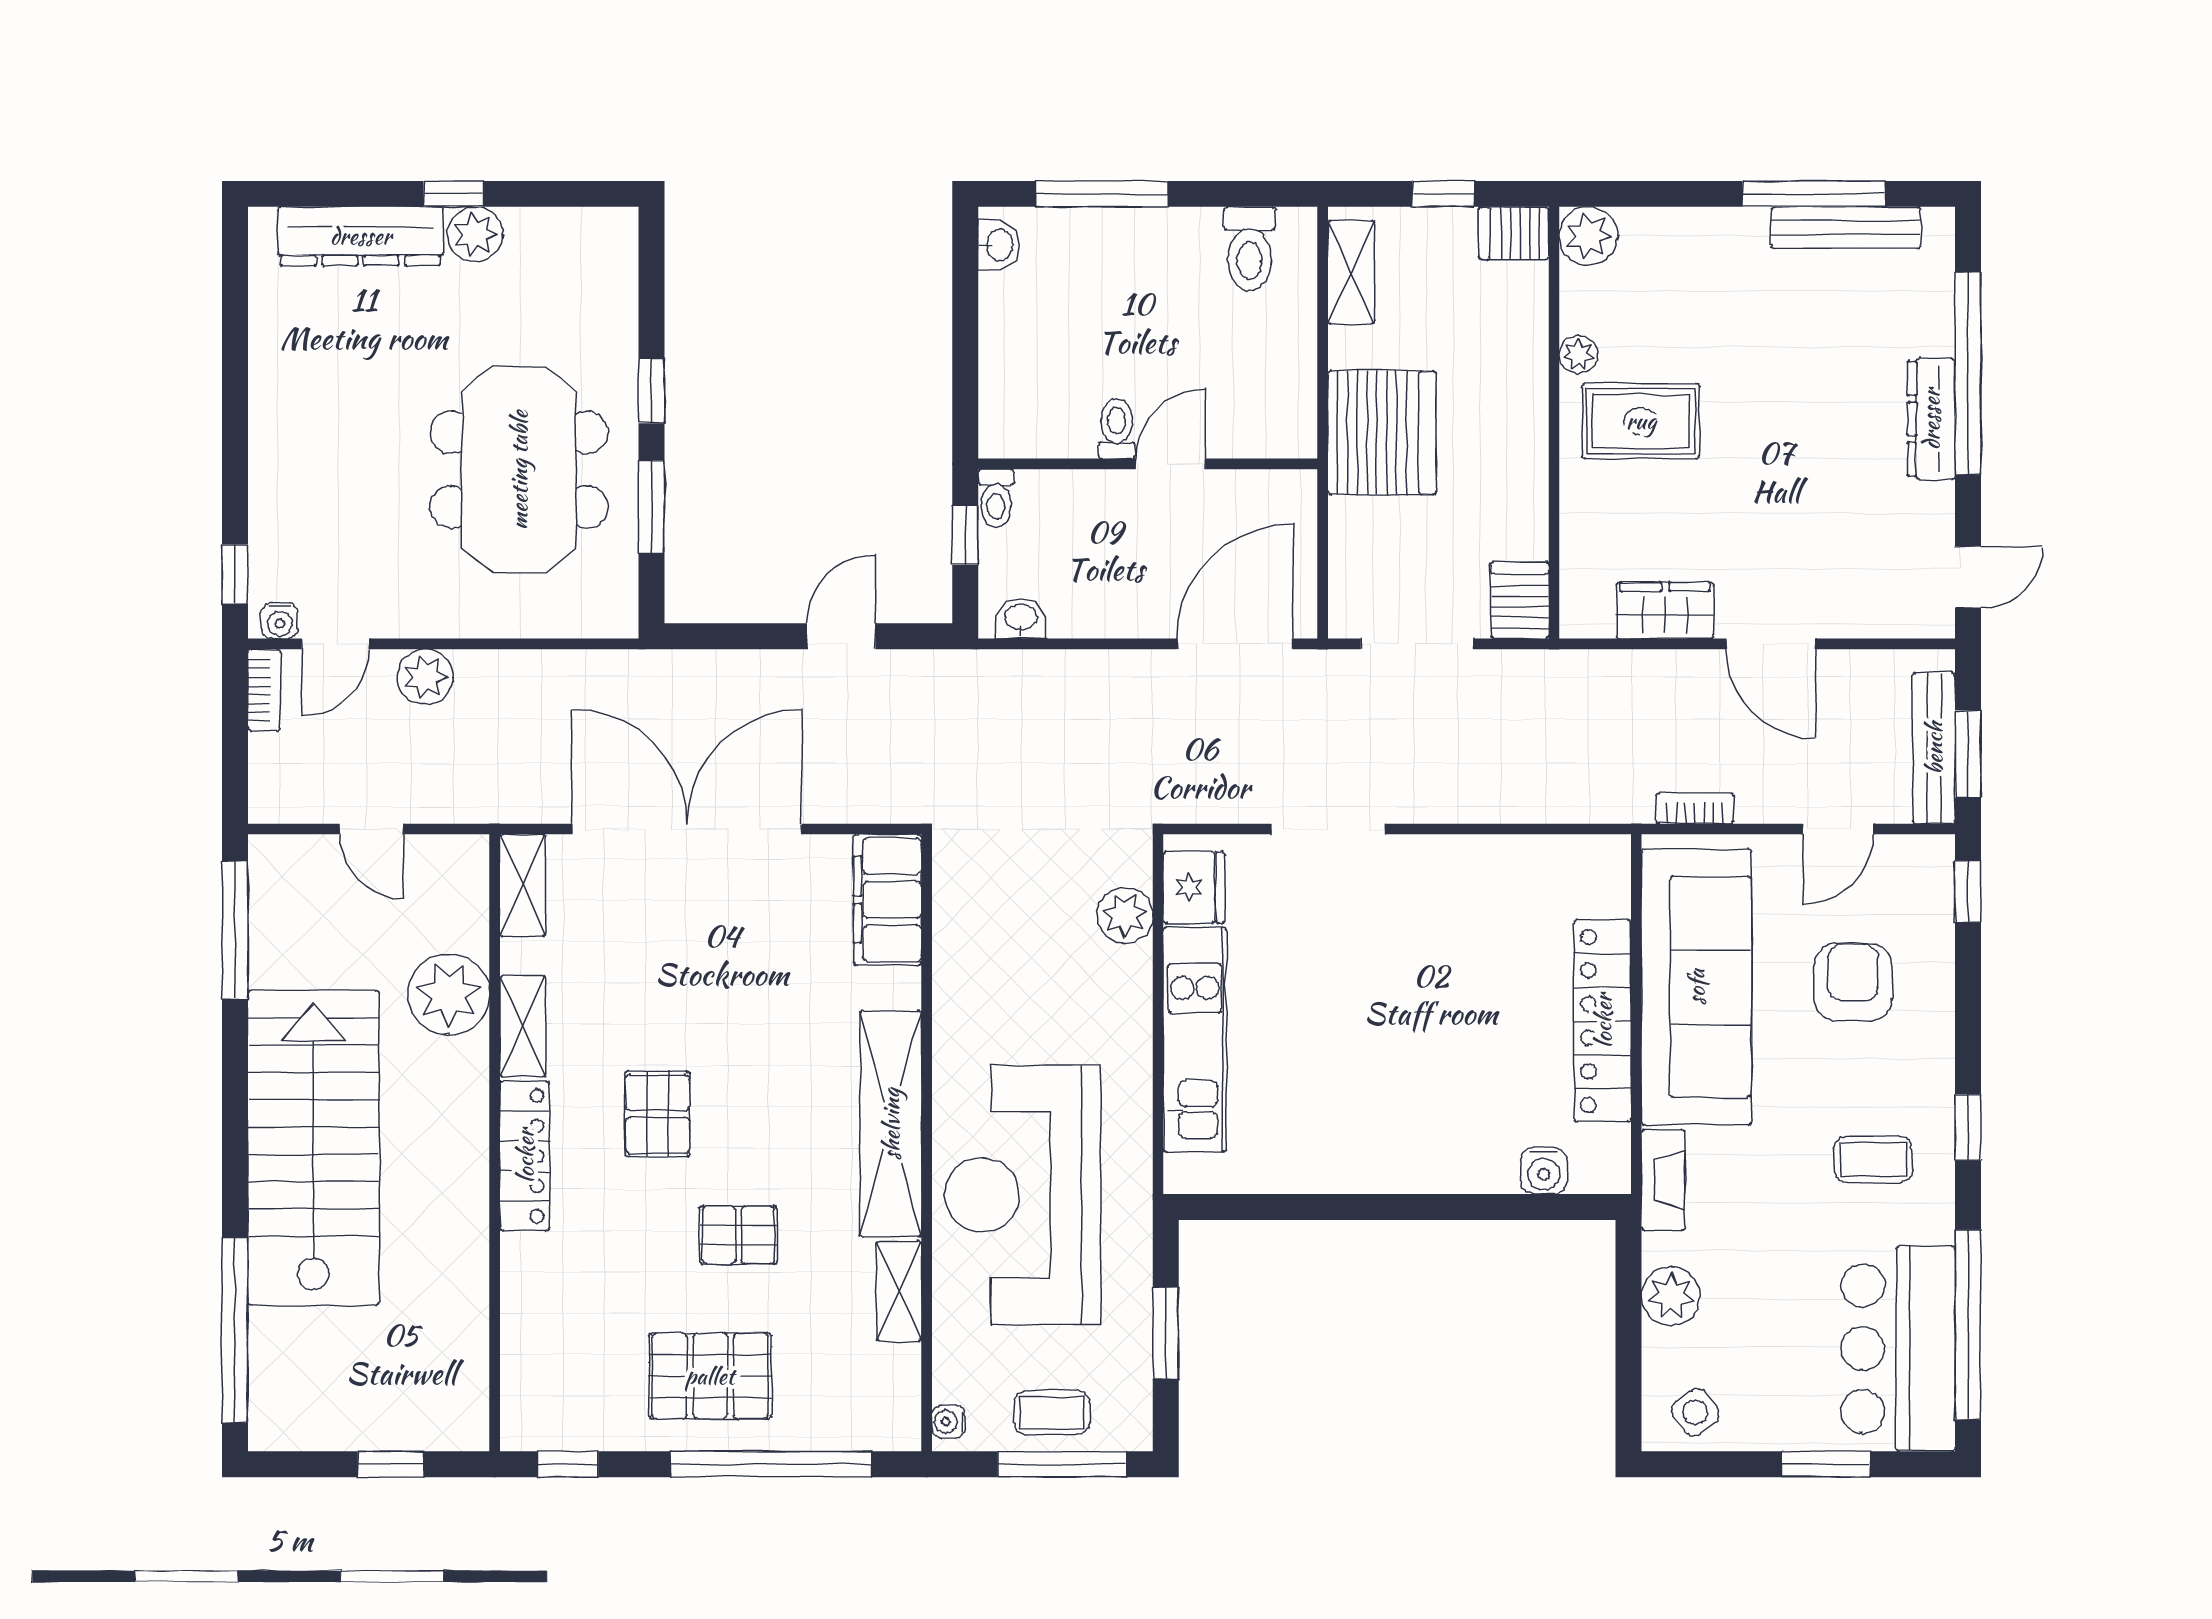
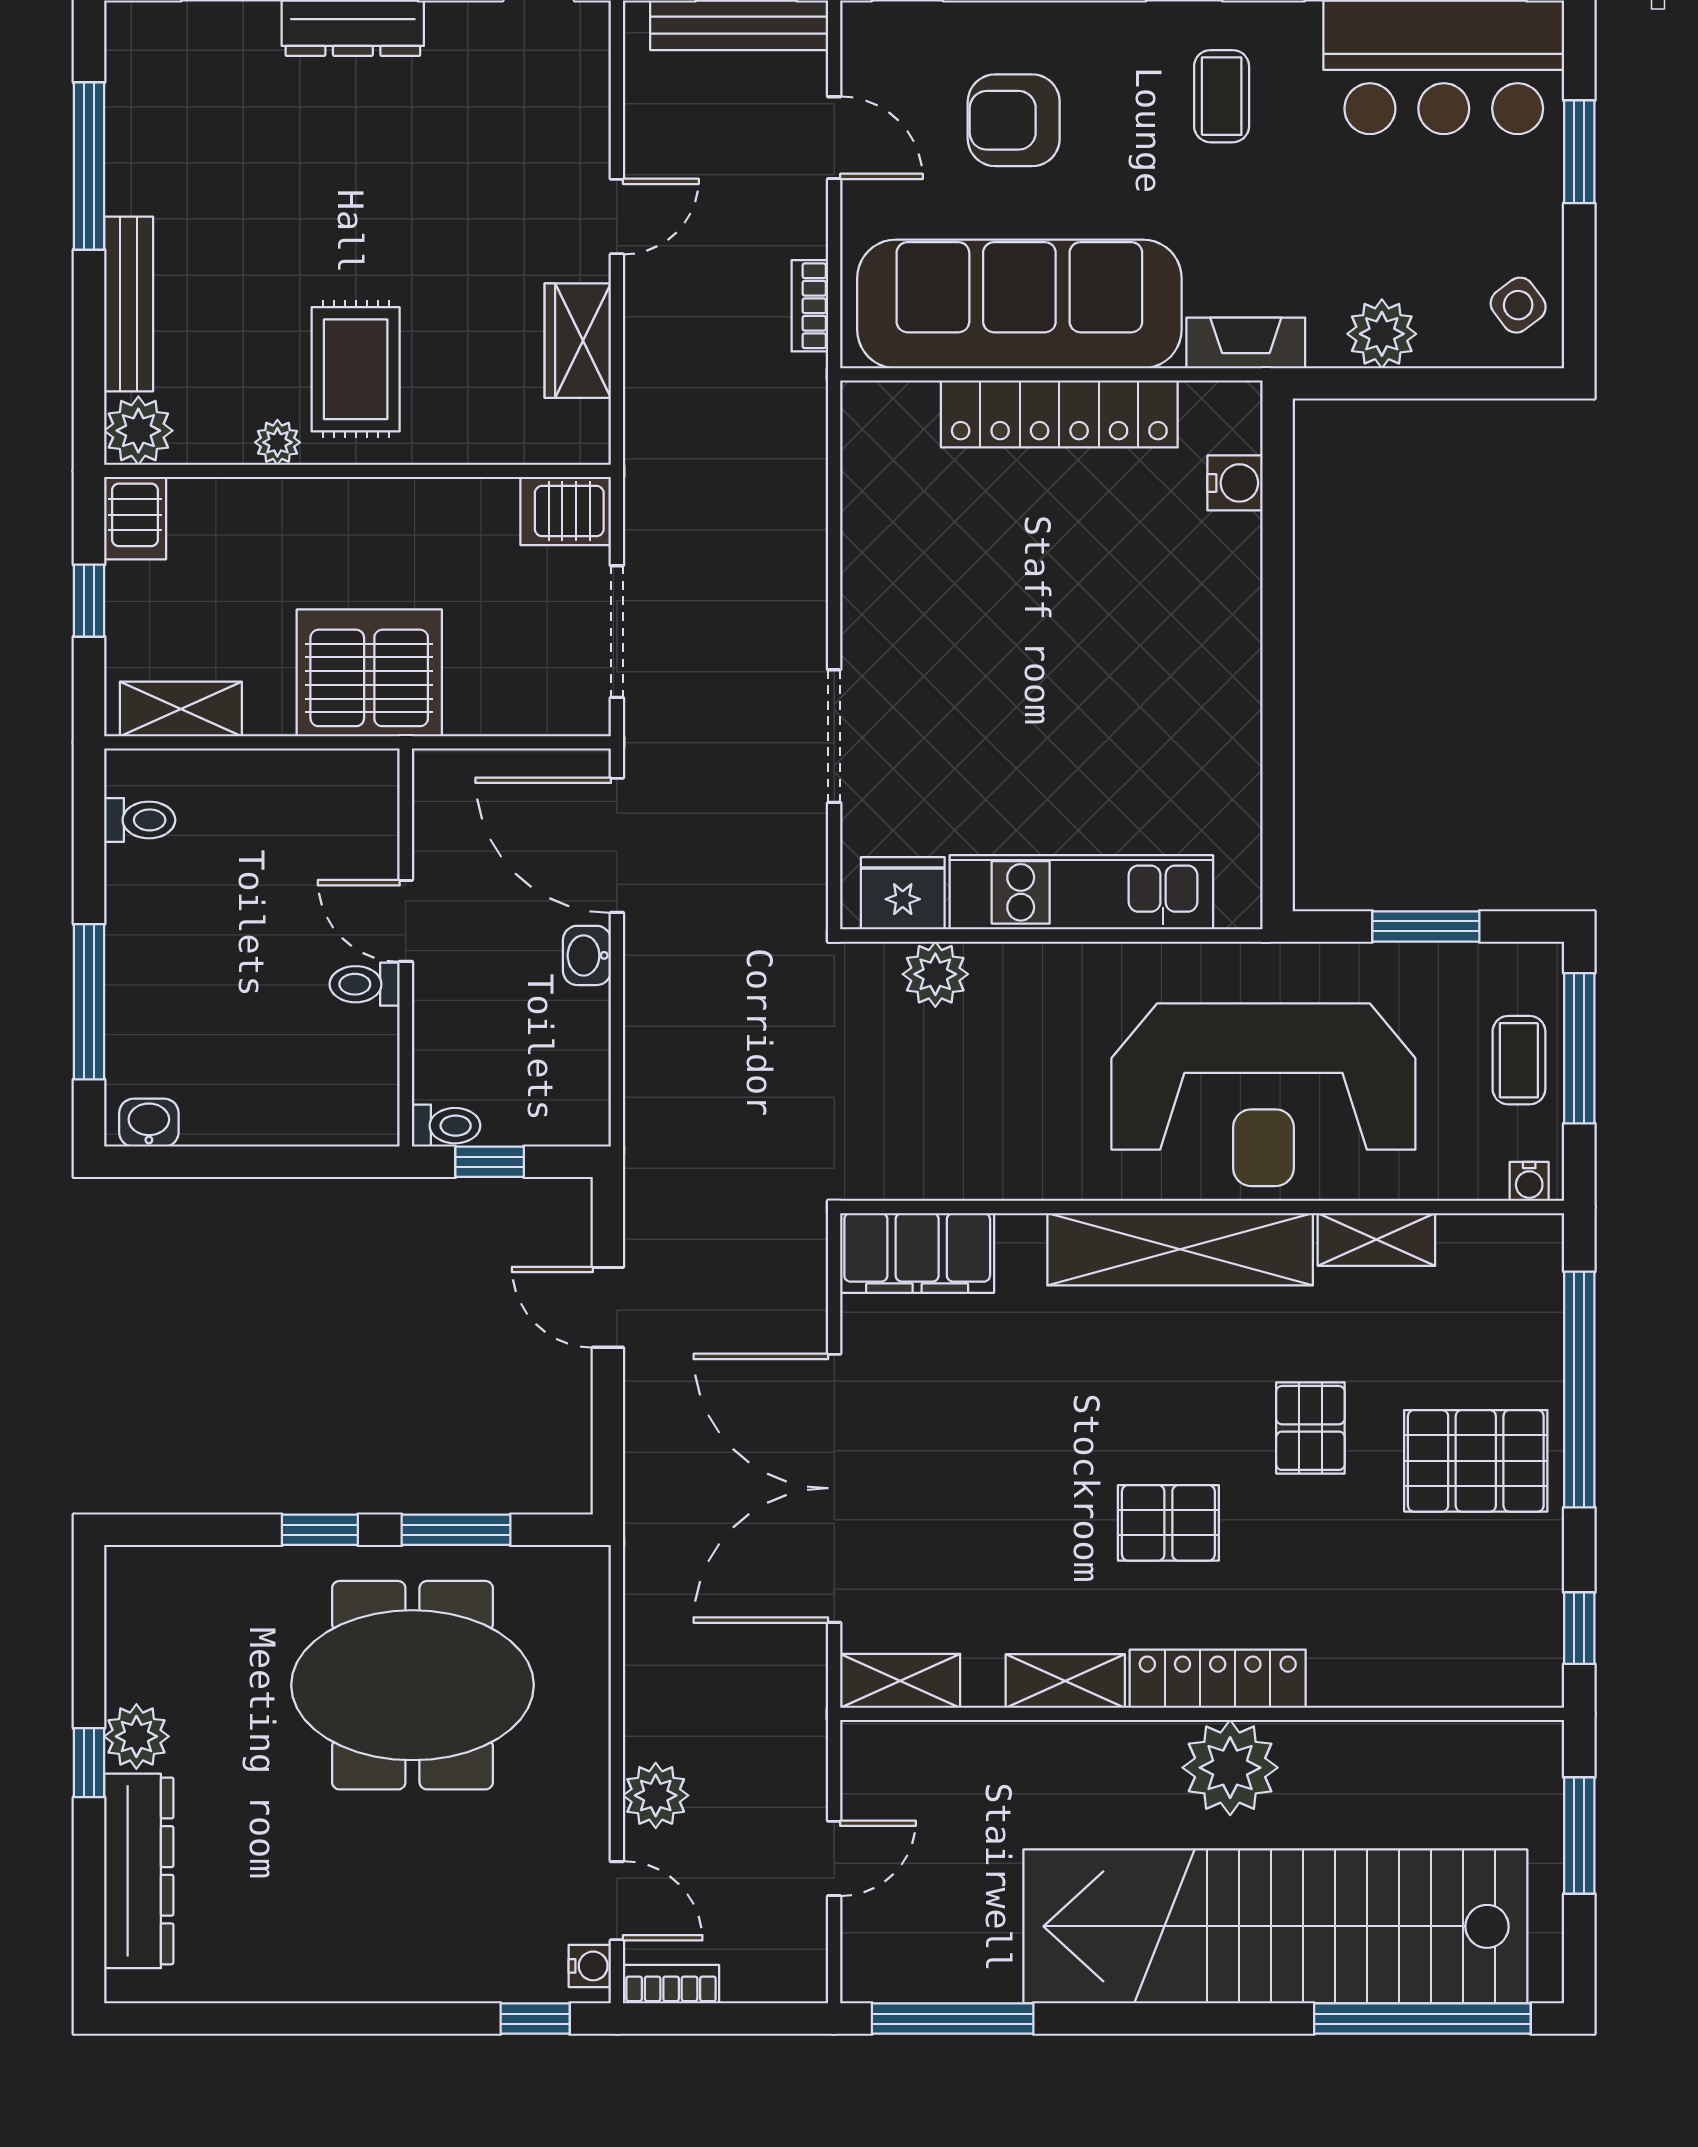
bench: (1846, 228) -> (129, 304), moved
toilet: (1250, 249) -> (140, 820), width x0.73, depth x0.72
washbasin: (1021, 618) -> (587, 955), moved
door: (1771, 644) -> (617, 217), width x0.73
plant: (449, 994) -> (1230, 1768), moved
stairs: (313, 1148) -> (1275, 1926), width x1.36
pallet: (710, 1376) -> (1476, 1461), turned 90
window: (391, 1464) -> (1579, 1836), width x1.50

